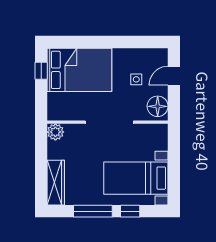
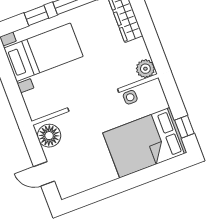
door: (174, 76) -> (44, 174), swing flipped
side table: (136, 79) -> (130, 97), moved

